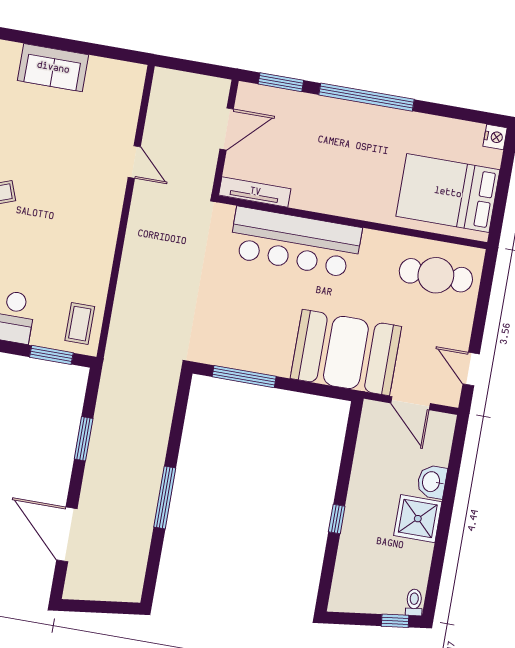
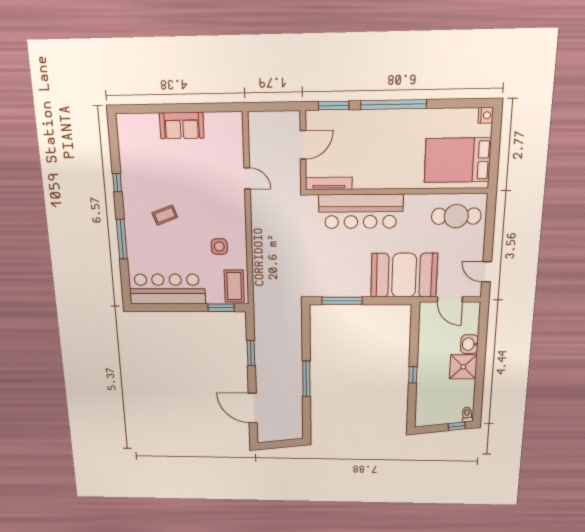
side table: (70, 257) -> (219, 247), added
coffee table: (80, 324) -> (234, 286), width x1.36, depth x1.30

